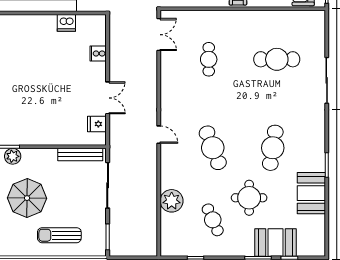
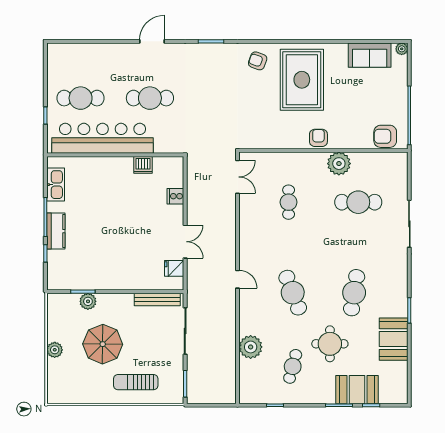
plant: (258, 22) -> (339, 164), added
cafe table: (213, 220) -> (293, 366), turned 39

